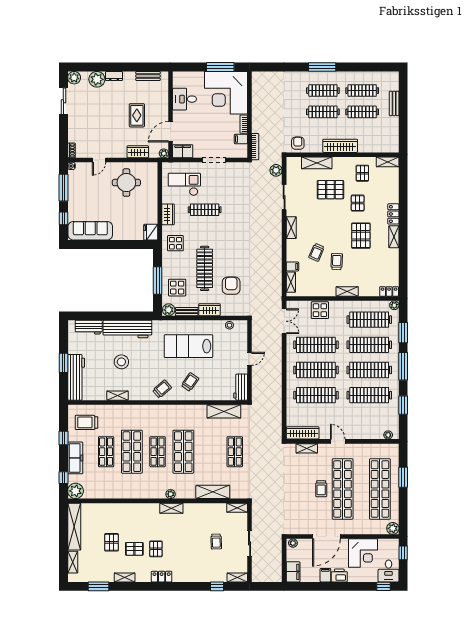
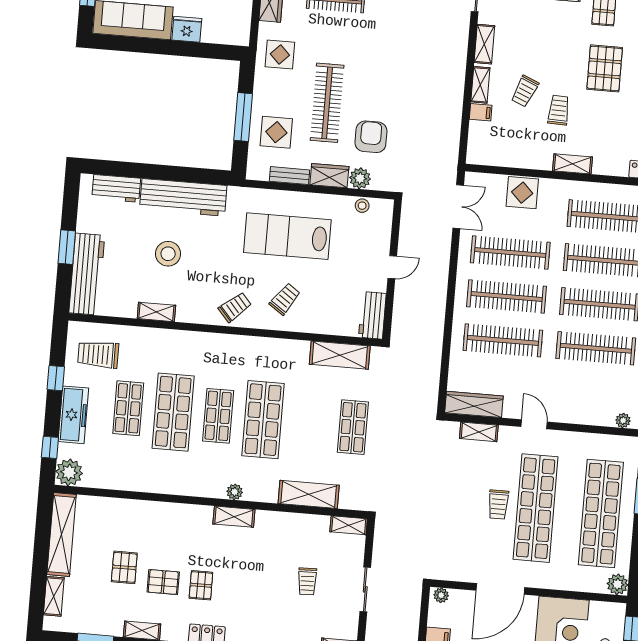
fridge: (151, 232) -> (187, 29), moved, turned 90
shelving: (291, 282) -> (480, 85), moved
plant: (169, 310) -> (360, 178), moved

